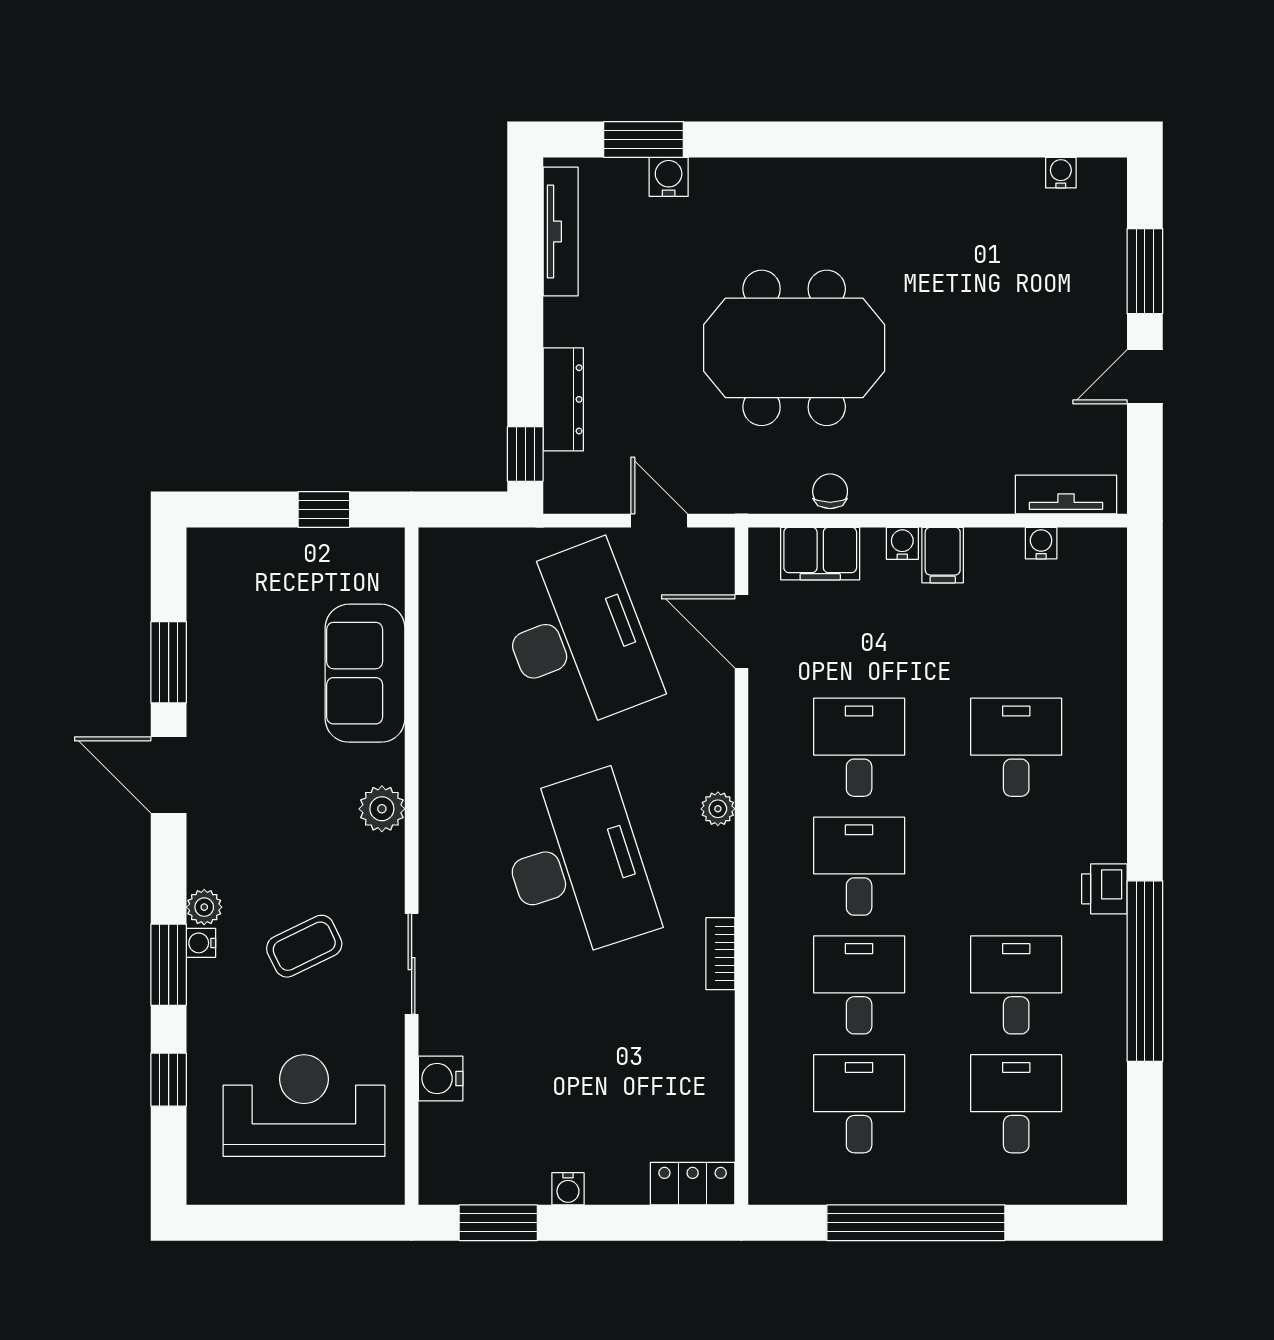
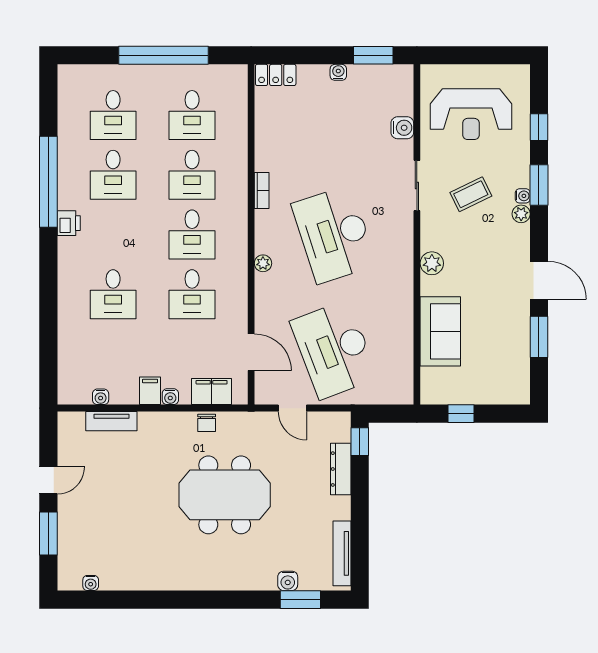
tv unit: (1066, 495) -> (111, 421), moved

